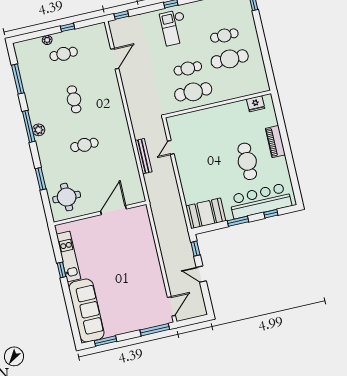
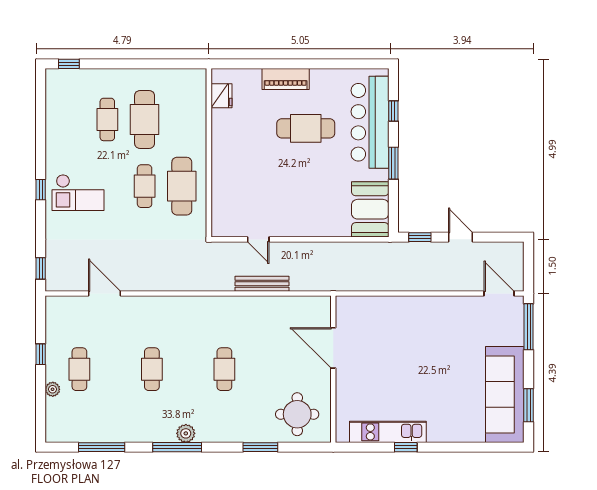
cafe table: (74, 99) -> (152, 369), turned 90
door: (201, 274) -> (460, 237), swing flipped
sofa: (86, 310) -> (505, 395), moved, turned -90

